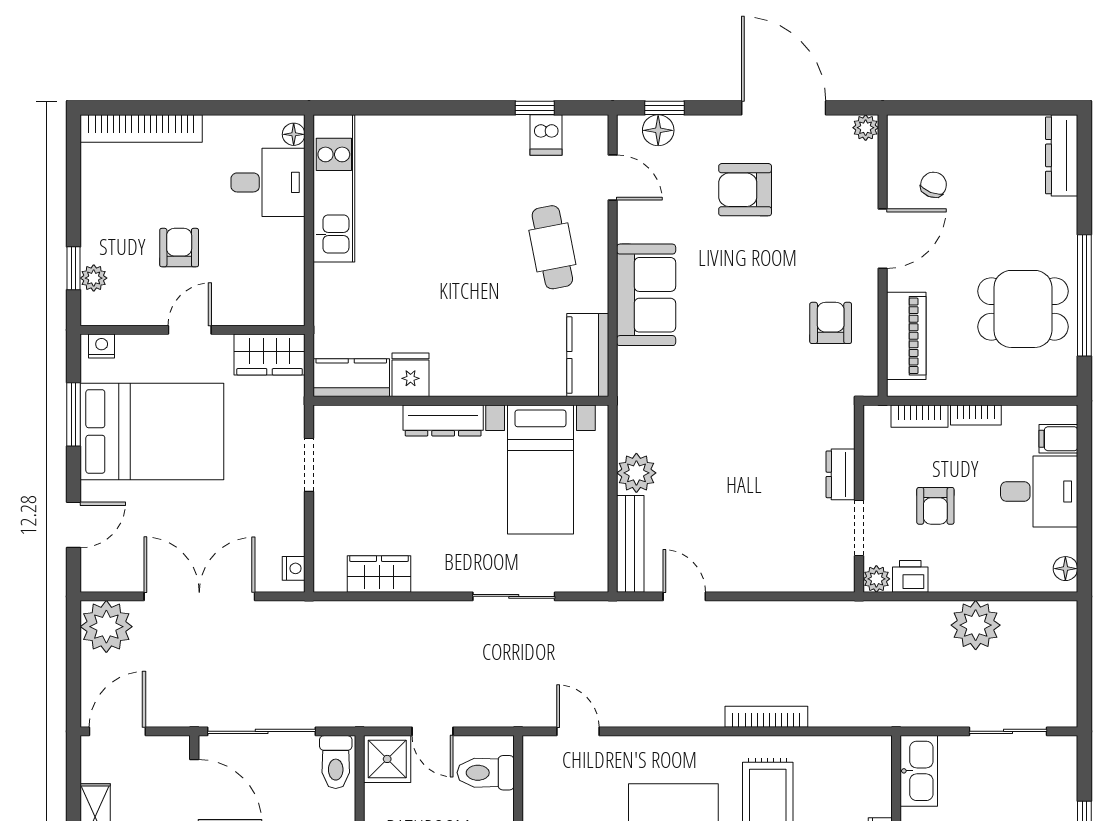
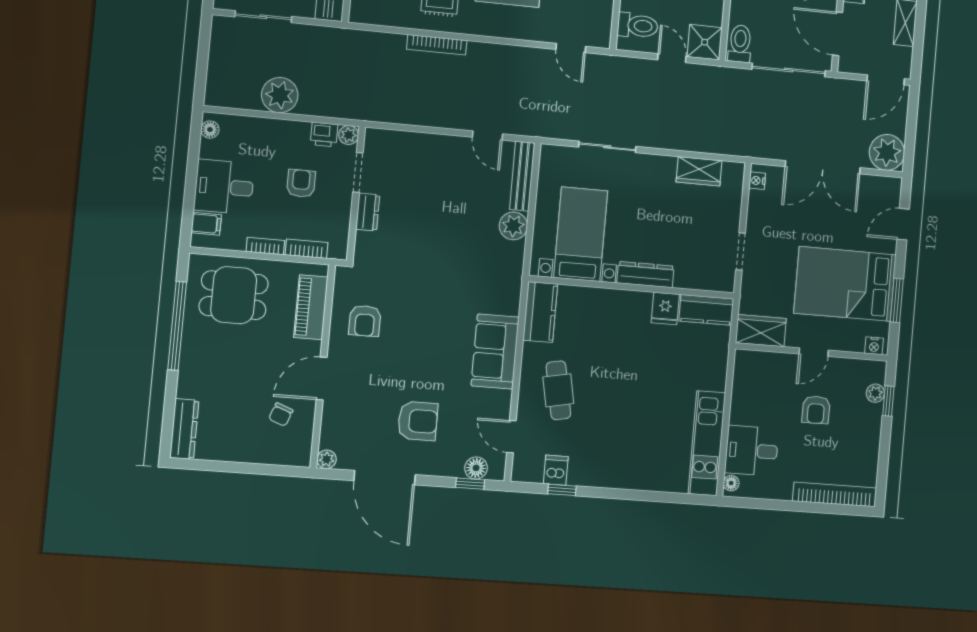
dining table: (1023, 309) -> (234, 295), moved

